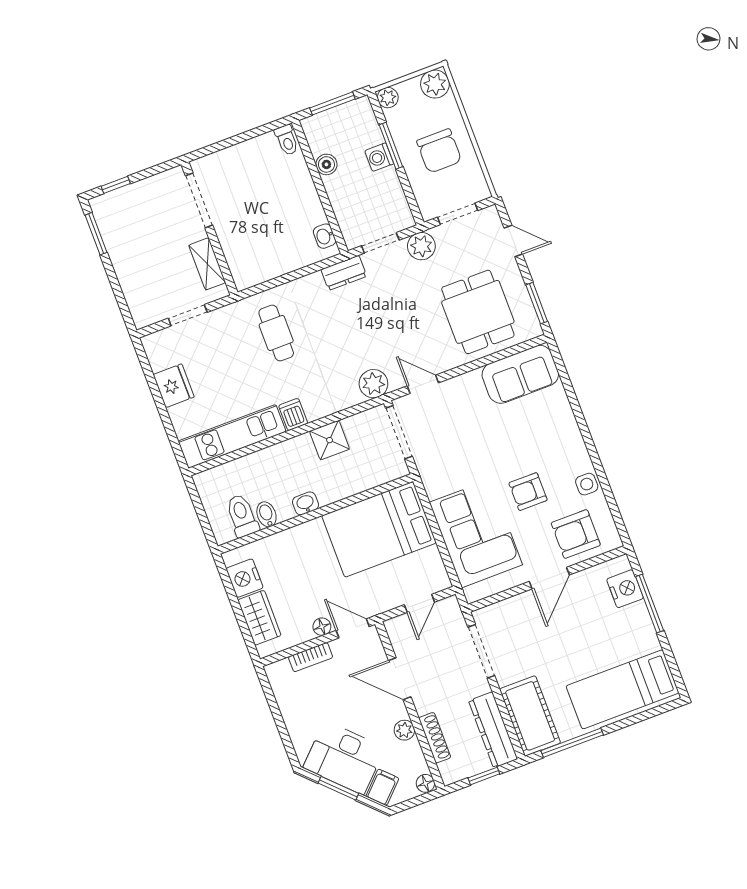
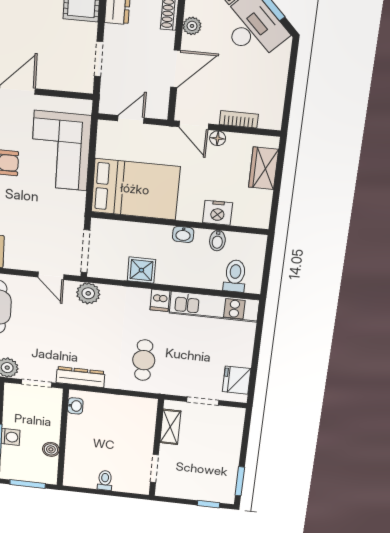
toilet: (287, 140) -> (105, 480), moved
doorway: (199, 200) -> (154, 468), width x0.73
dresser: (344, 273) -> (80, 377), width x1.44
fridge: (174, 386) -> (237, 380), moved
toilet: (242, 516) -> (235, 276), moved, turned 180
nightstand: (245, 578) -> (218, 213), moved, turned 90
doorway: (481, 651) -> (99, 59), width x0.73
door: (400, 679) -> (175, 69), hinge flipped

